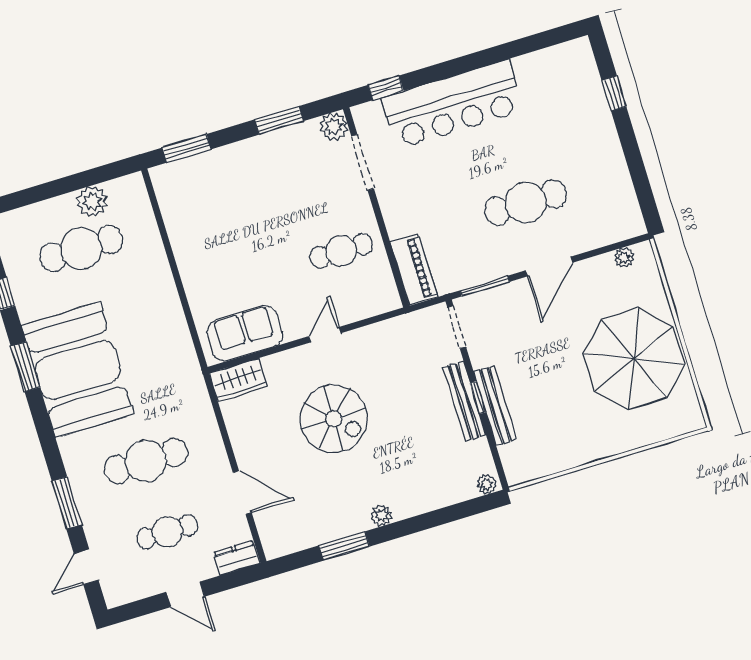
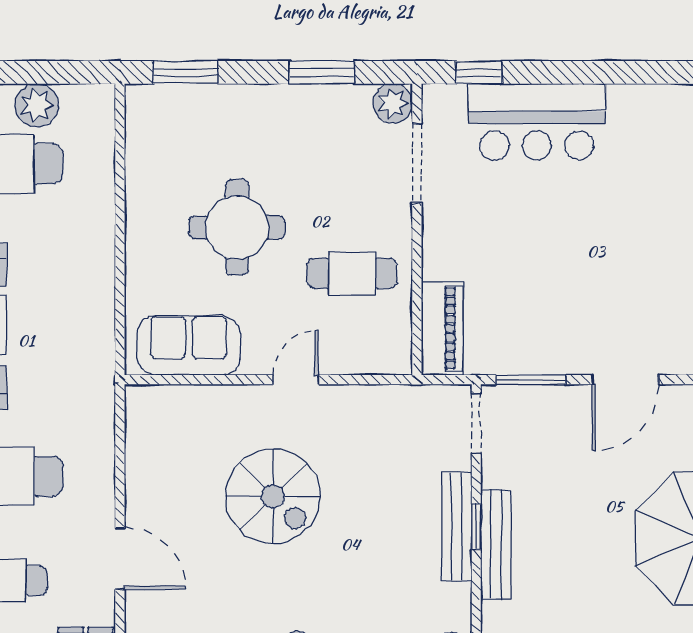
bar counter: (453, 104) -> (537, 122), width x0.73
cafe table: (526, 202) -> (620, 284), removed
round table: (253, 243) -> (237, 227), added
wardrobe: (238, 380) -> (161, 405), removed

